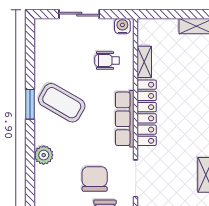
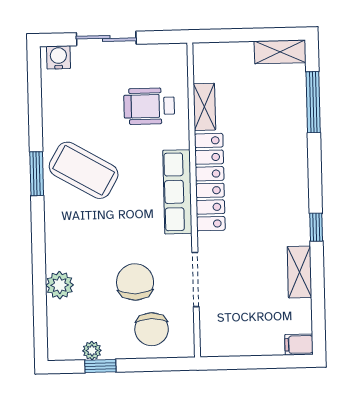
water cooler: (122, 26) -> (58, 57), moved
wheelchair: (107, 61) -> (149, 106), width x1.36, depth x1.37
plant: (44, 155) -> (60, 285), moved

